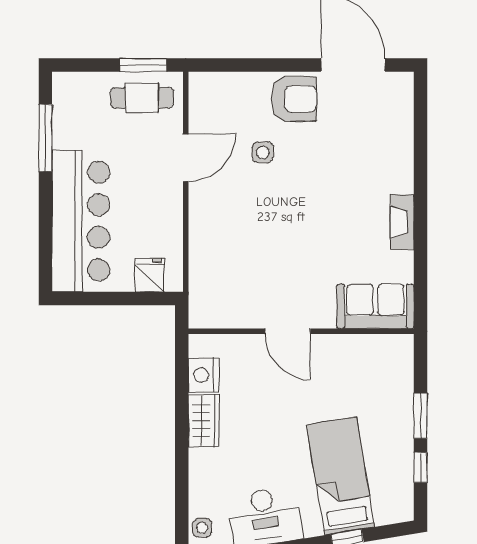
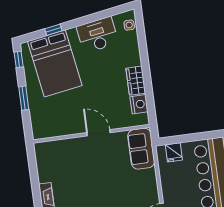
sofa: (375, 306) -> (141, 149), moved, turned 90
window: (420, 467) -> (19, 59), moved
bed: (340, 476) -> (55, 63), width x1.50

